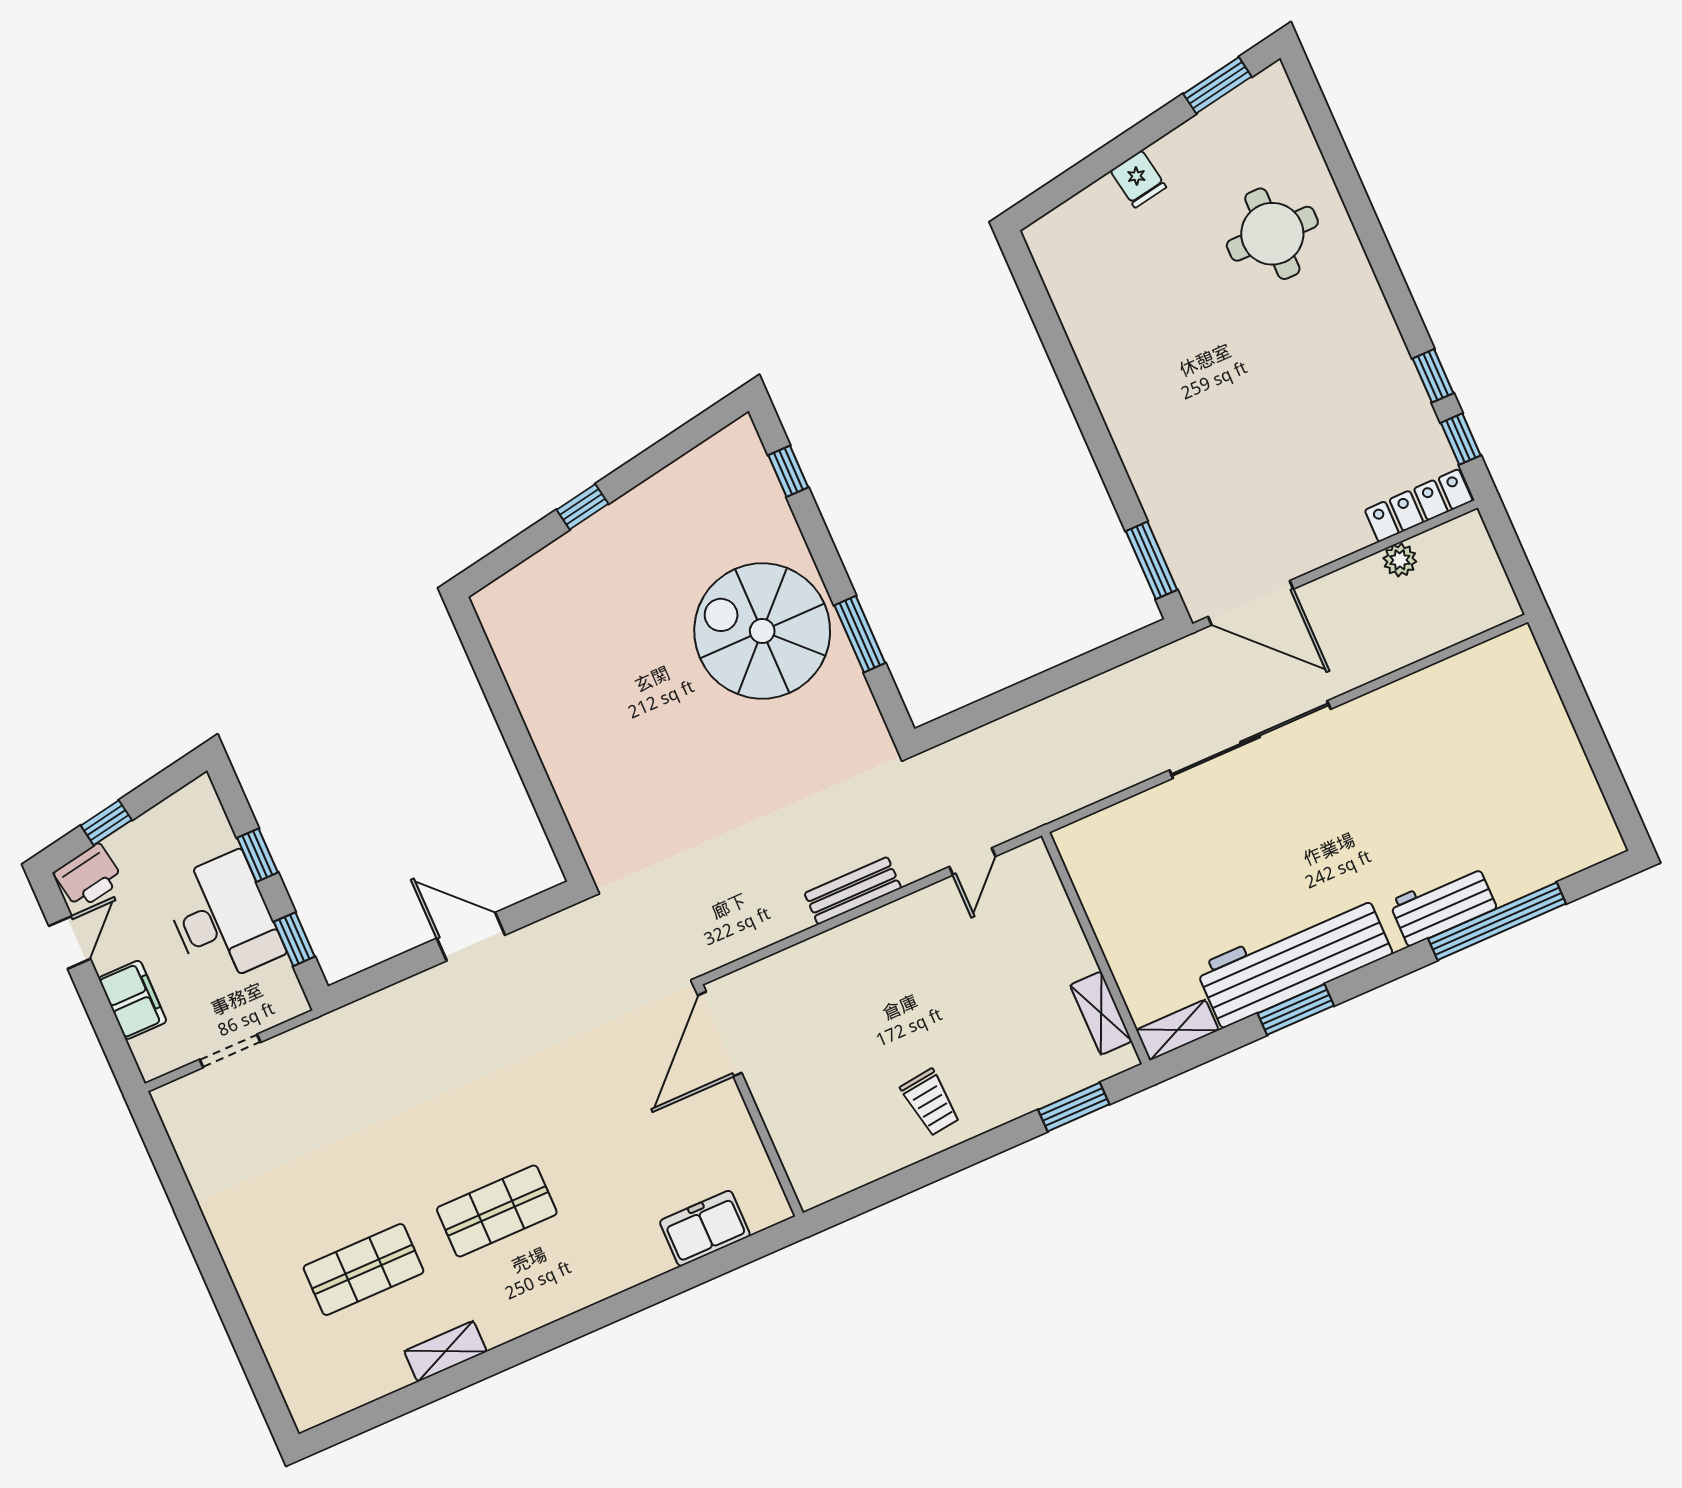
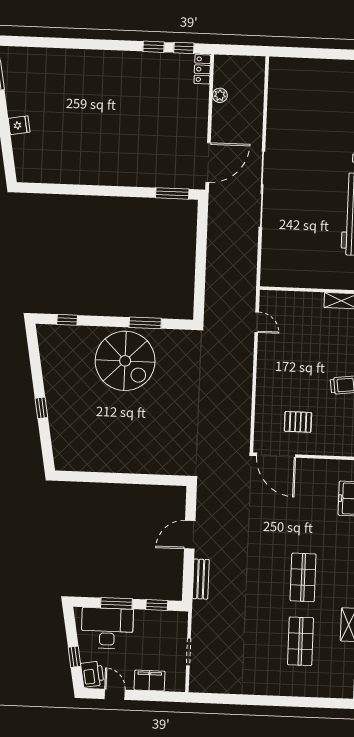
round table: (1272, 234) -> (66, 83), removed
locker: (1419, 506) -> (202, 69), width x0.66
spiral stairs: (762, 631) -> (125, 361), turned -90
window: (257, 855) -> (116, 603), width x1.50
bench: (853, 891) -> (201, 579), moved
desk: (223, 919) -> (107, 628), moved
pallet: (810, 1045) -> (298, 422), added

